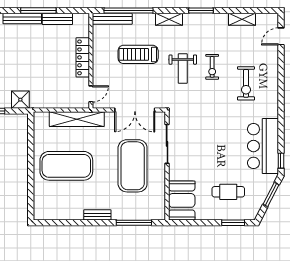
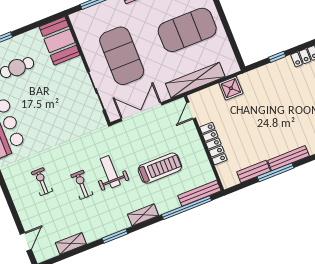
exercise bike: (246, 83) -> (42, 182), width x0.73, depth x0.72
shower: (20, 100) -> (231, 88), moved

